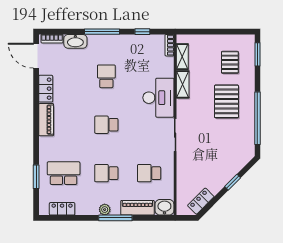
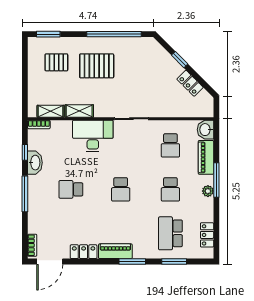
washbasin: (75, 41) -> (35, 163), moved
window: (36, 136) -> (132, 261), added
locker: (201, 201) -> (190, 83), moved

